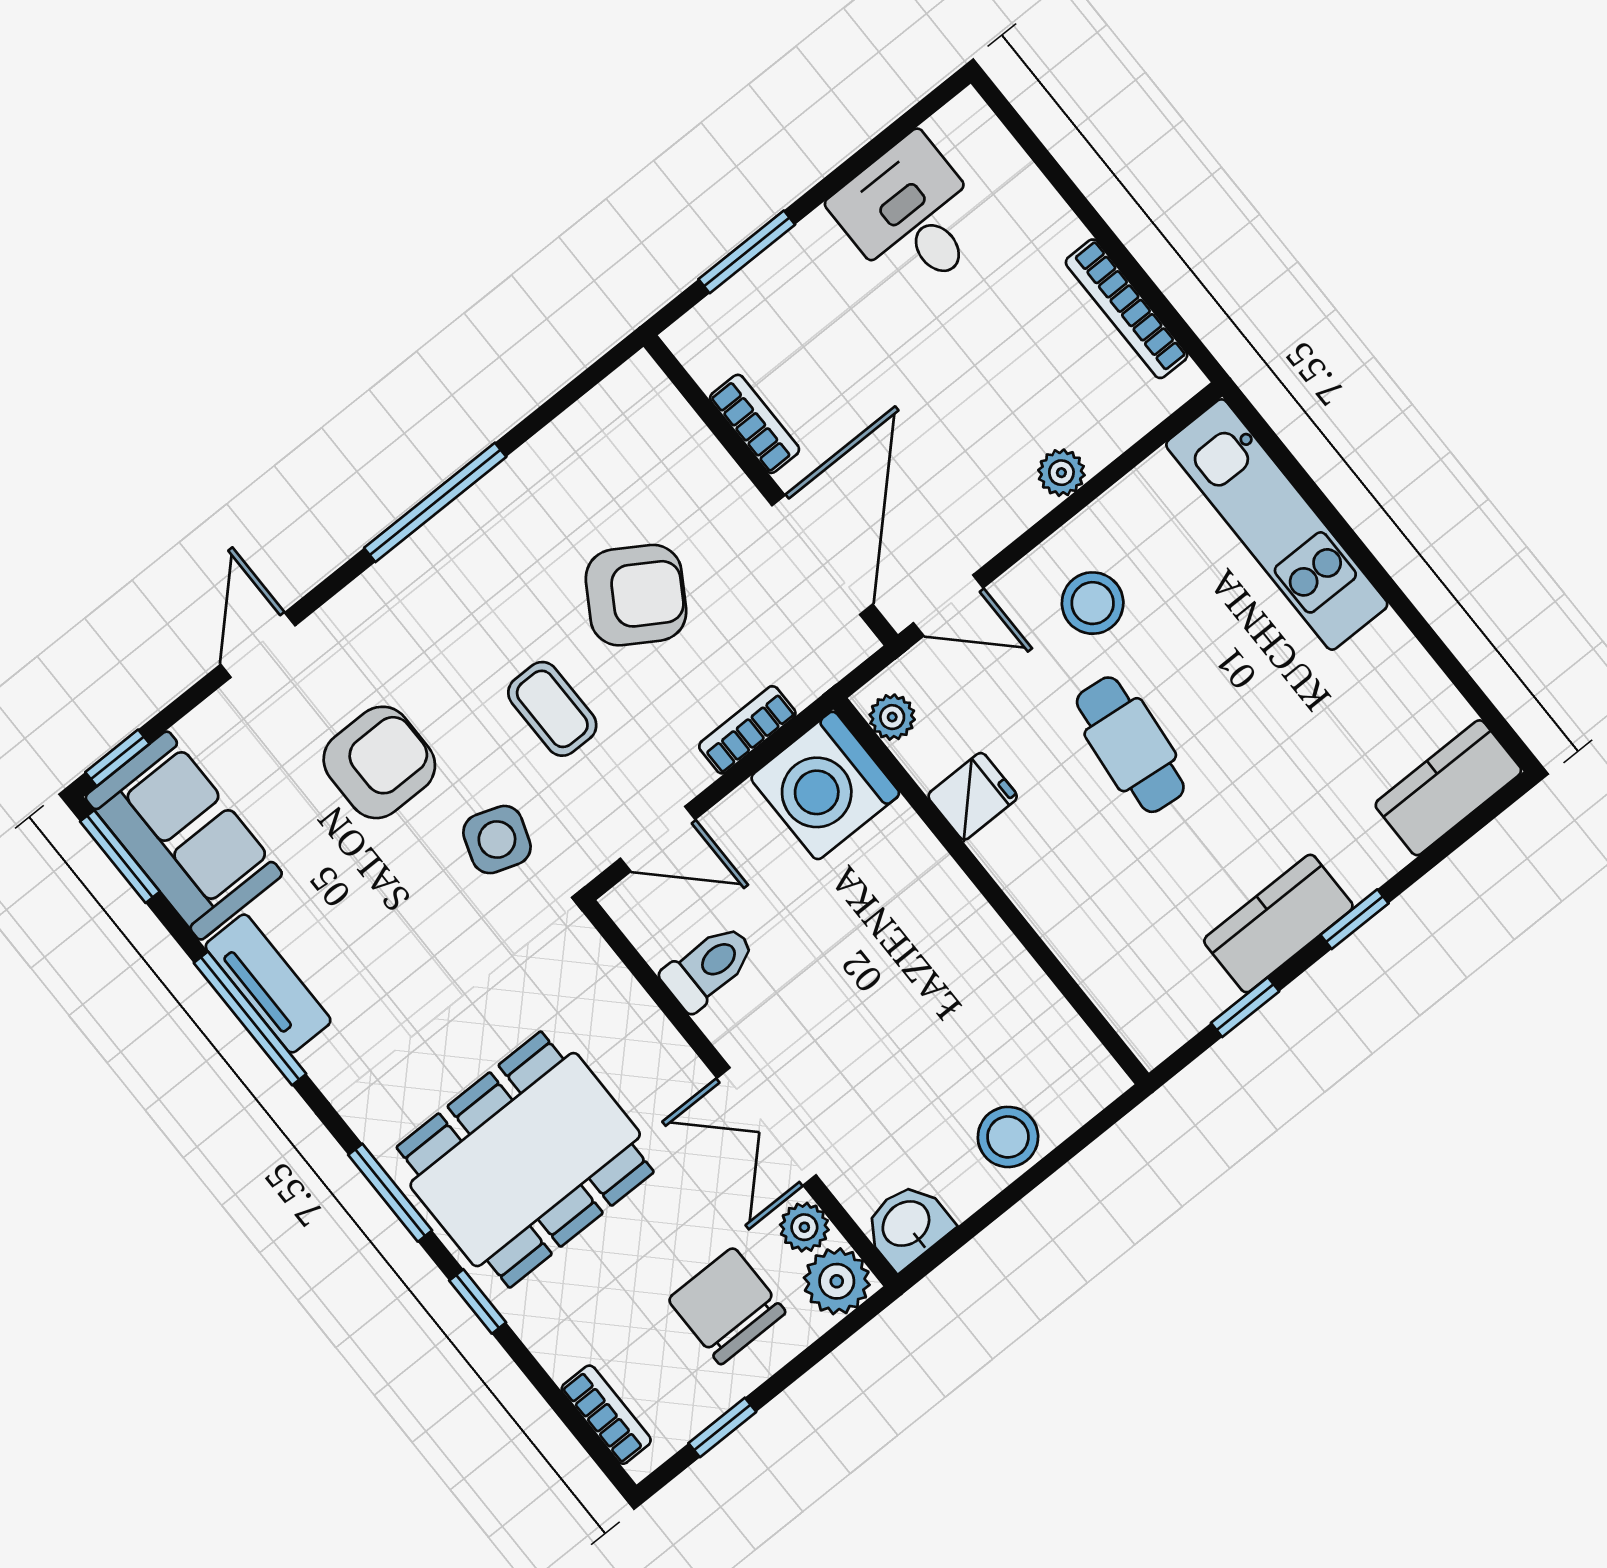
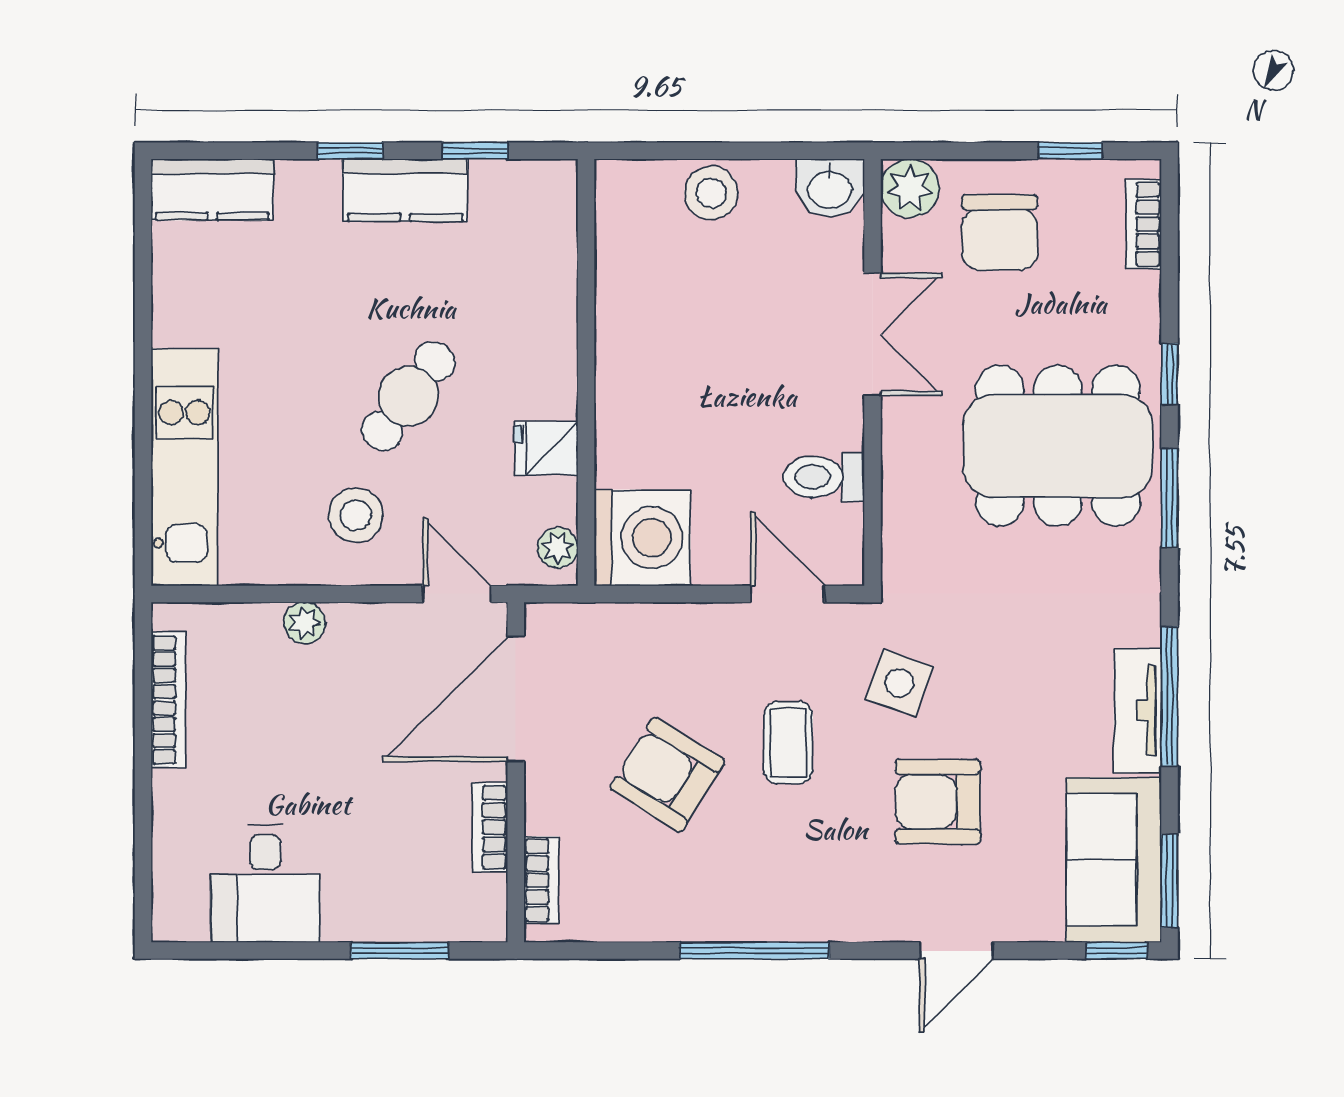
bookcase: (747, 730) -> (541, 880), moved, turned -90
cafe table: (1130, 745) -> (408, 396), turned 31
plant: (804, 1227) -> (902, 244), removed

